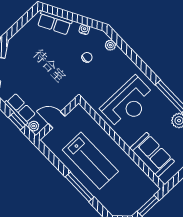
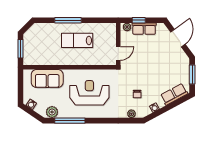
window: (20, 24) -> (192, 75), added
reception desk: (128, 103) -> (89, 93), turned 90
door: (57, 120) -> (118, 53), moved
lab bench: (90, 161) -> (77, 40), width x0.73, depth x0.72

